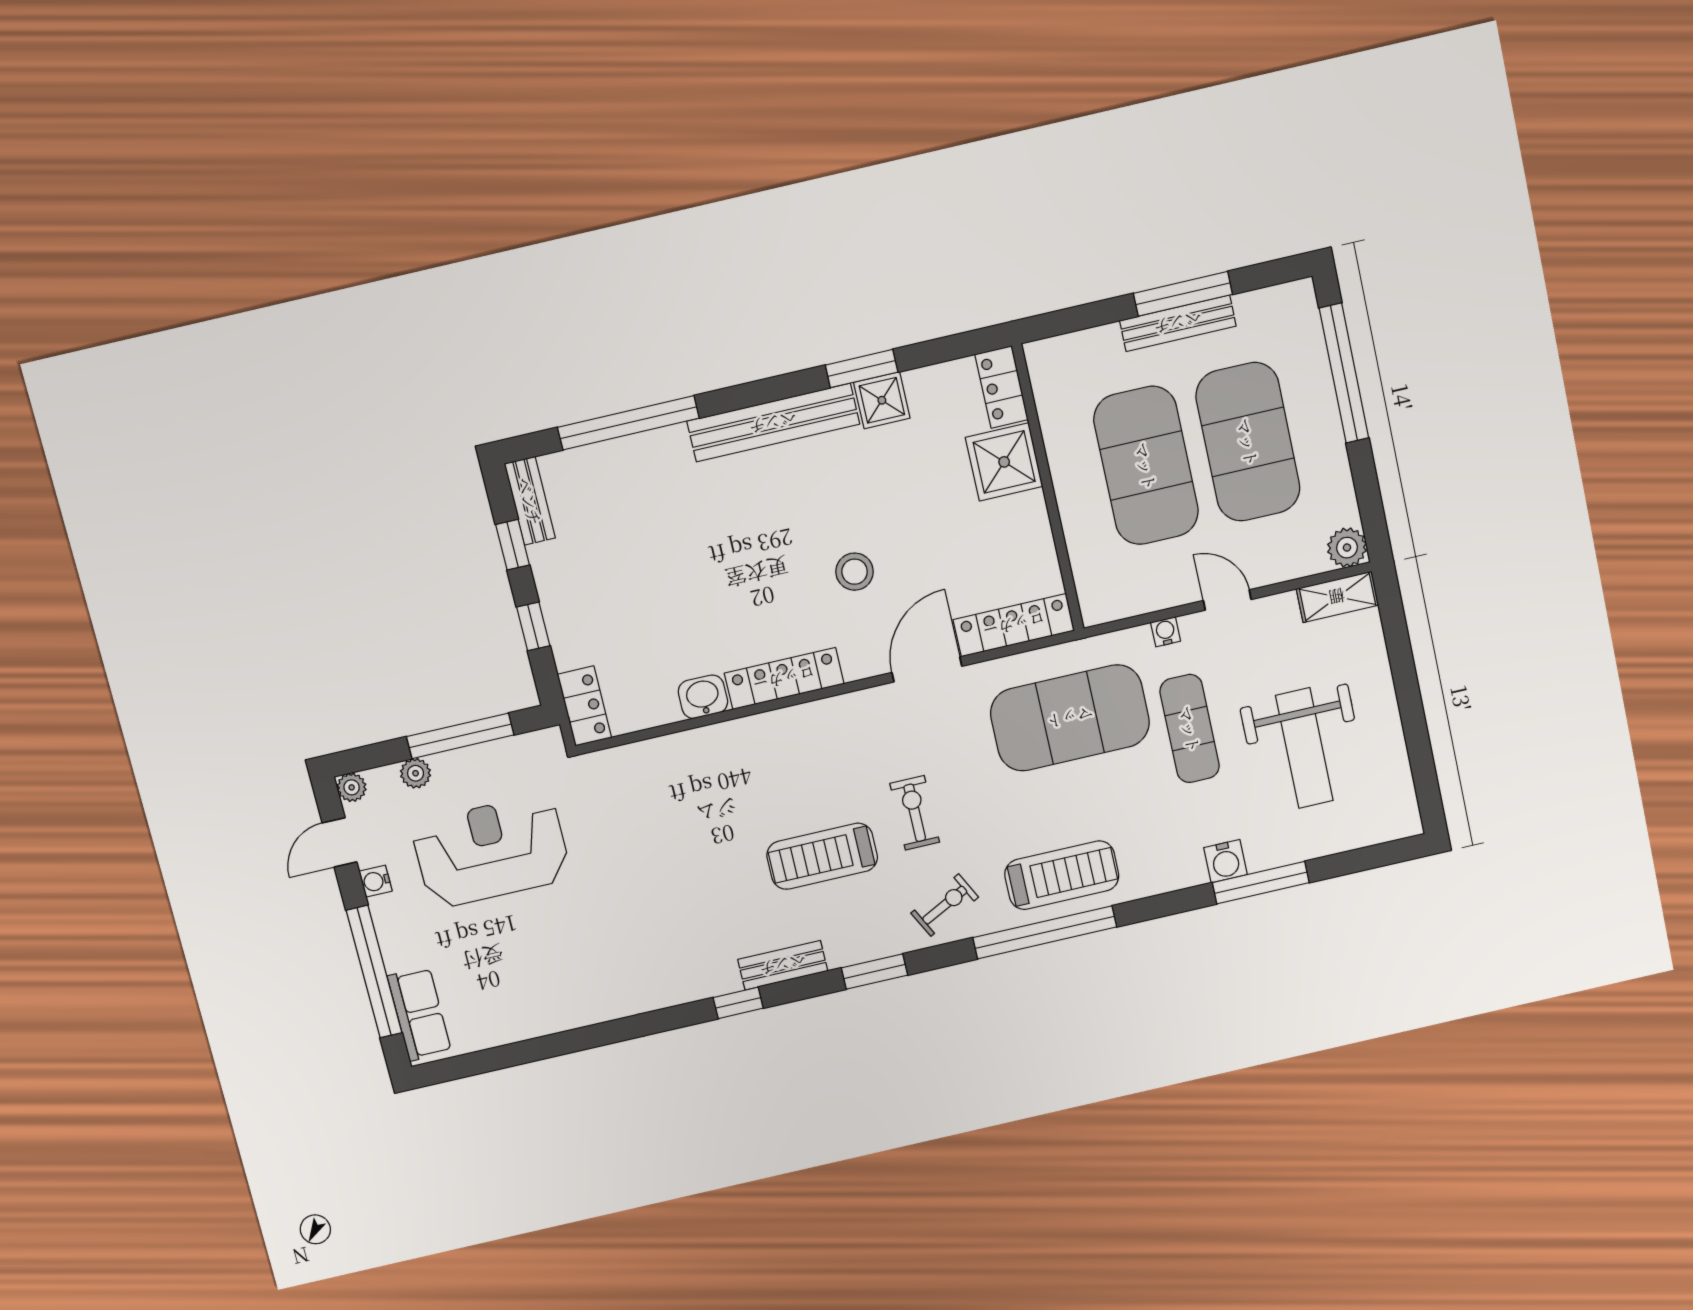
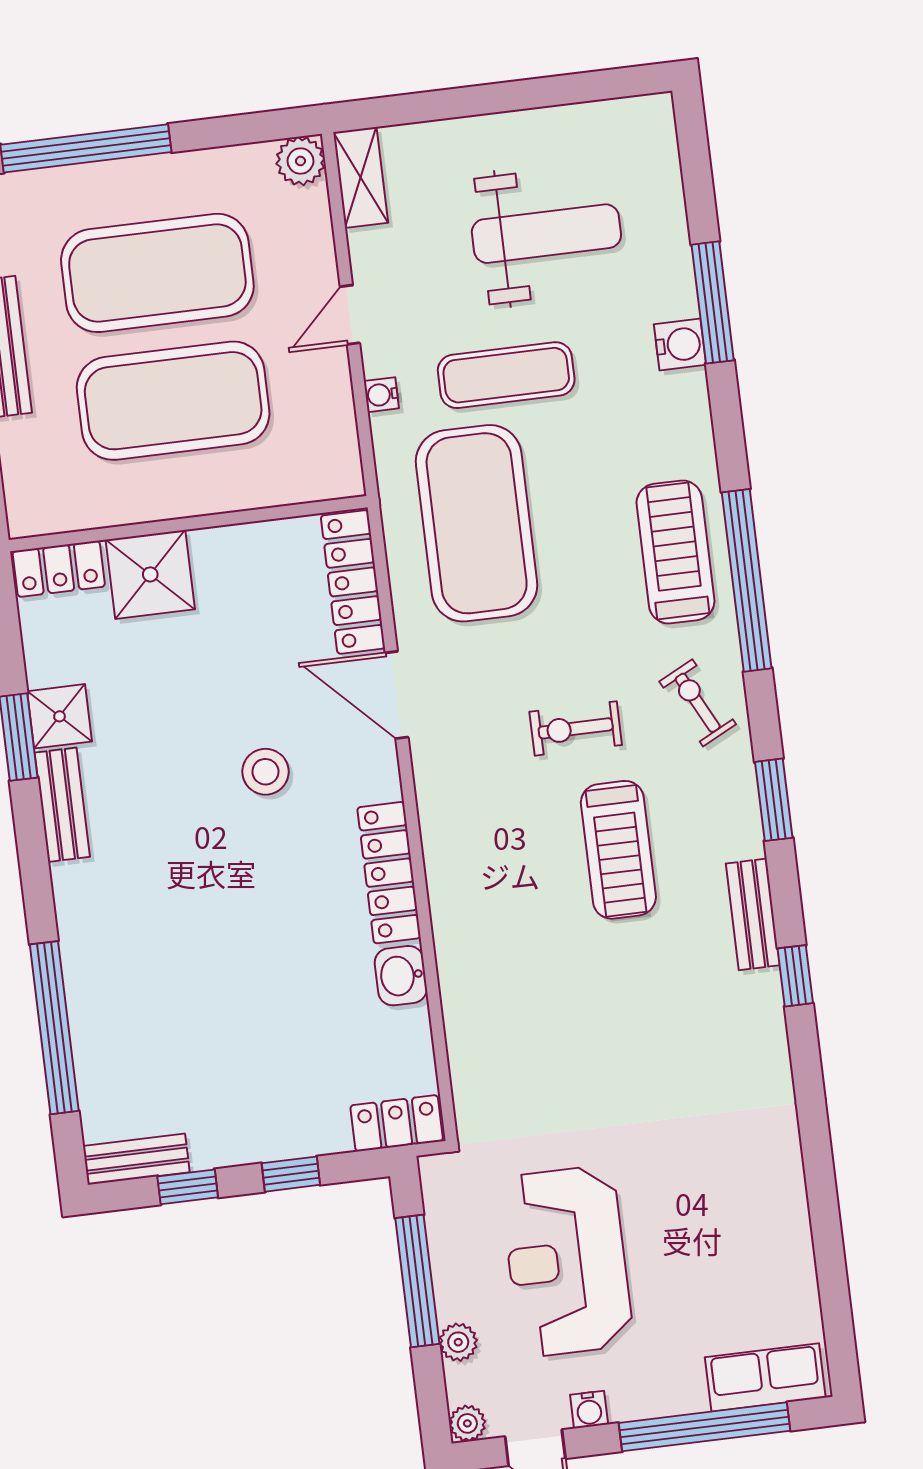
bench: (773, 423) -> (62, 805), width x0.54, depth x0.82

